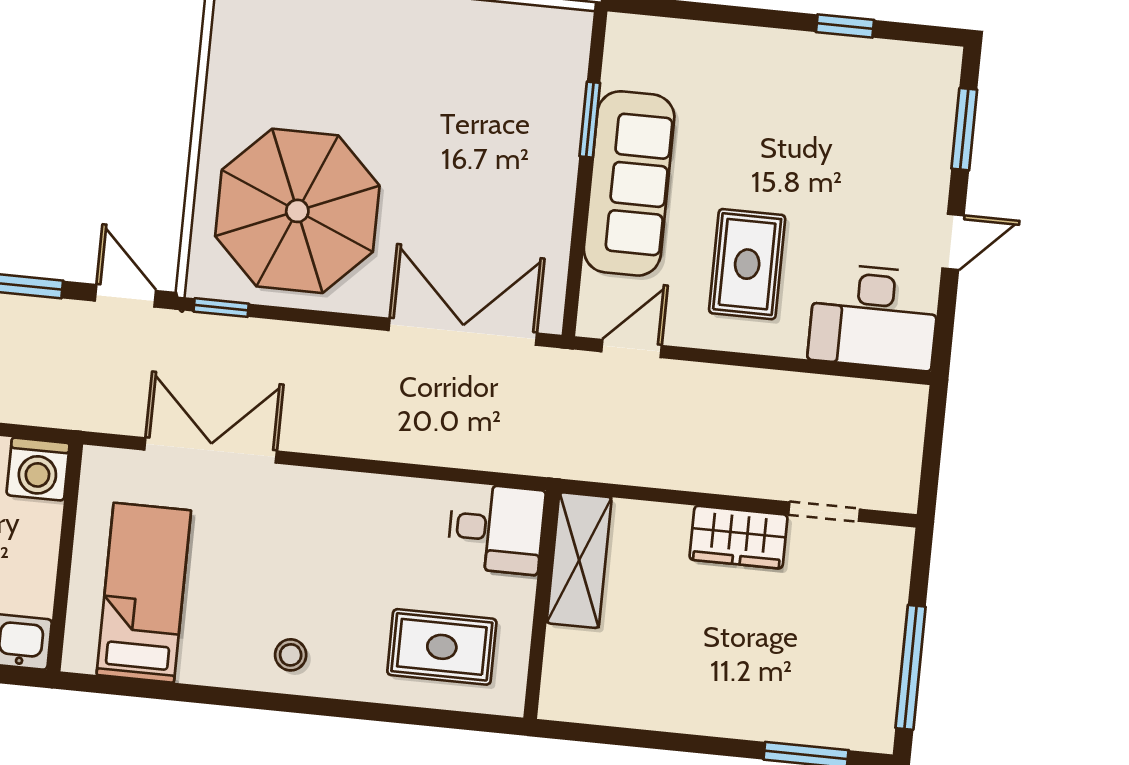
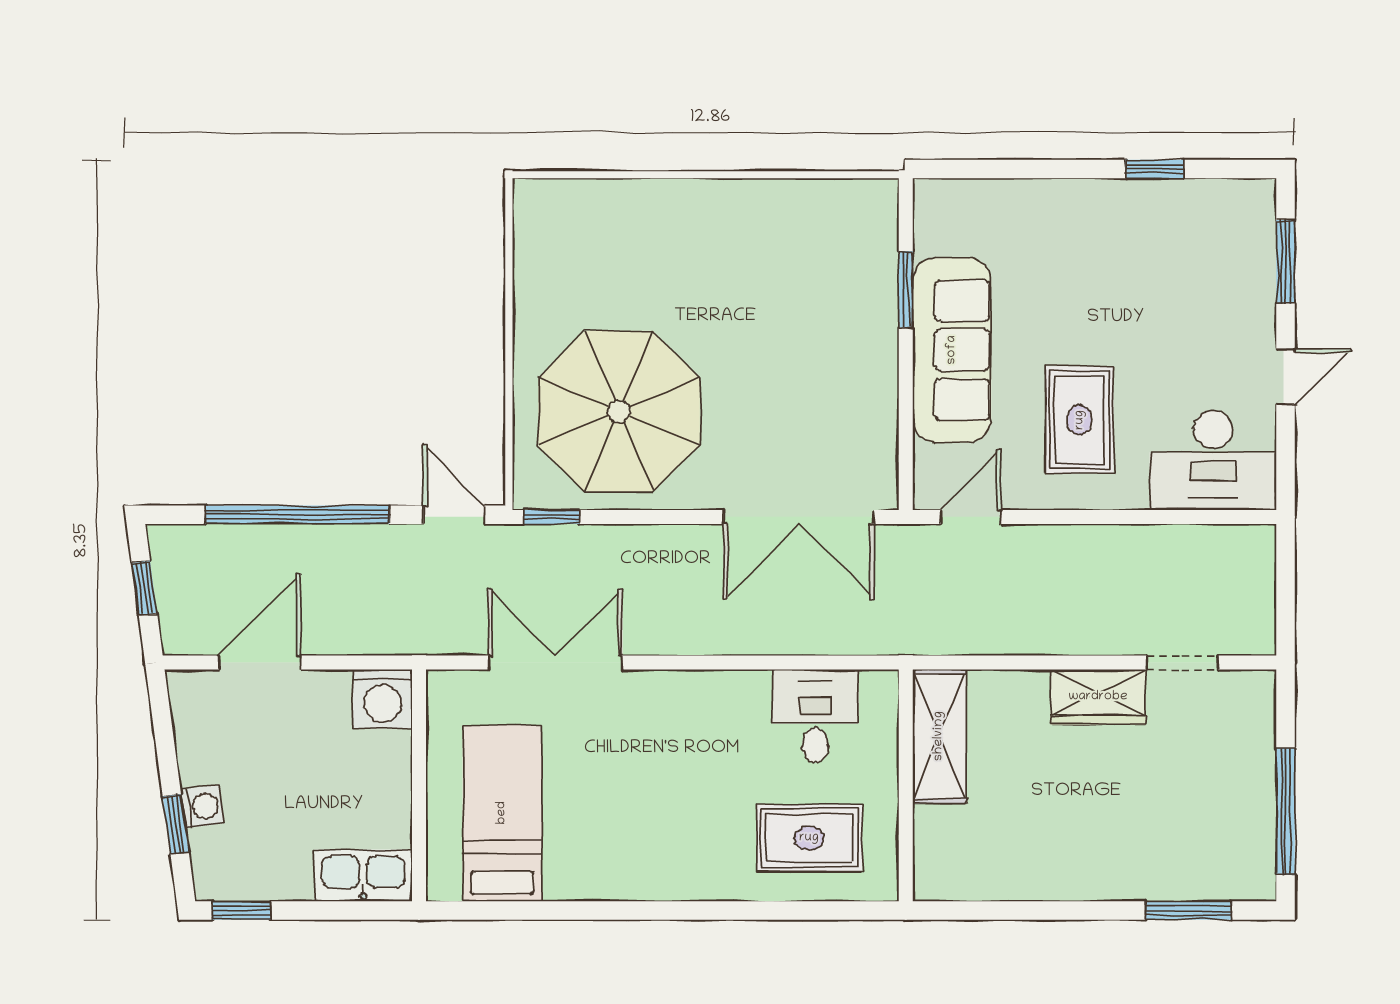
double door: (463, 332) -> (799, 517), swing flipped
desk: (496, 529) -> (815, 716), moved, turned -90
stool: (291, 655) -> (657, 861), removed

